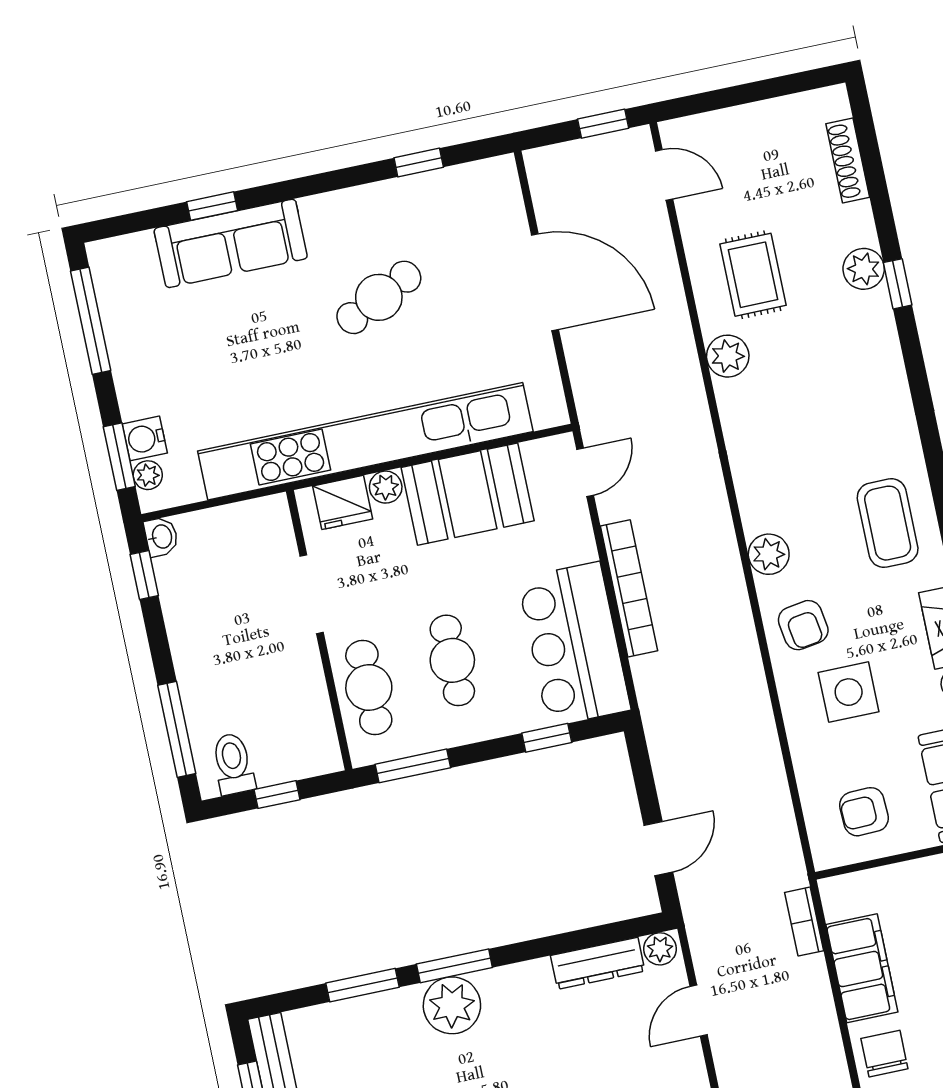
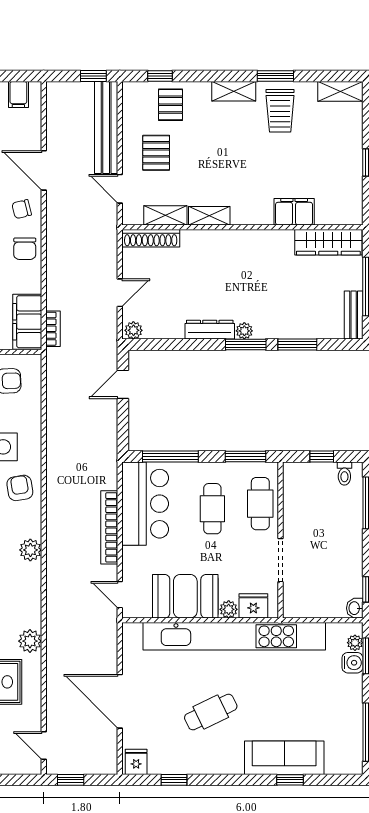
fridge: (493, 180) -> (136, 762), added
door: (585, 472) -> (120, 595), hinge flipped
plant: (769, 554) -> (30, 550), moved
window: (547, 738) -> (170, 457), width x2.17
toilet: (233, 764) -> (344, 473), width x0.73, depth x0.72
dresser: (598, 963) -> (210, 330), moved
filing cabinet: (862, 968) -> (27, 322), moved
plant: (452, 1005) -> (244, 331), width x0.53, depth x0.53

